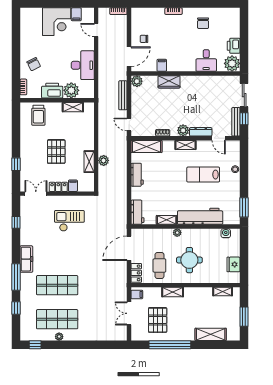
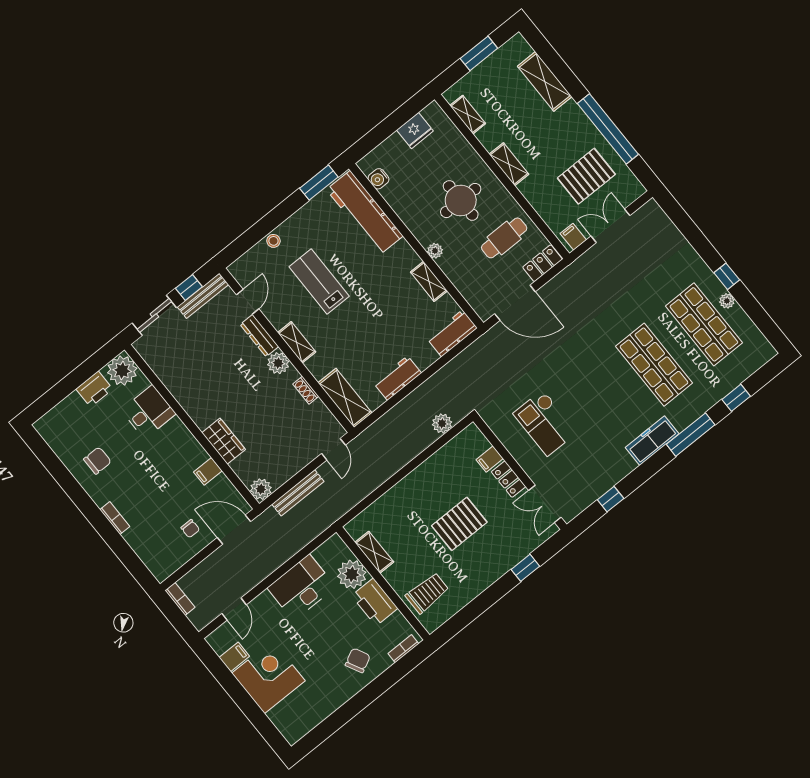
plant: (104, 160) -> (442, 423), moved
shelving: (89, 162) -> (435, 464), removed
lab bench: (203, 175) -> (319, 281), turned 180
workbench: (200, 216) -> (365, 213), moved
shelving: (173, 292) -> (509, 164), moved
double door: (129, 313) -> (610, 226), swing flipped
window: (35, 345) -> (727, 276), moved

